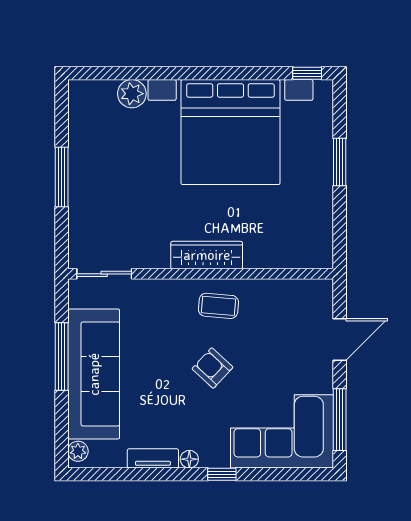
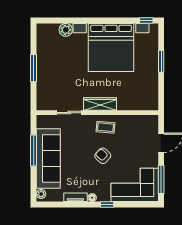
sliding door: (104, 274) -> (69, 113), moved

